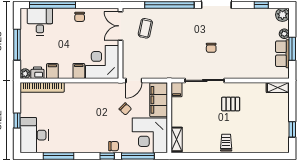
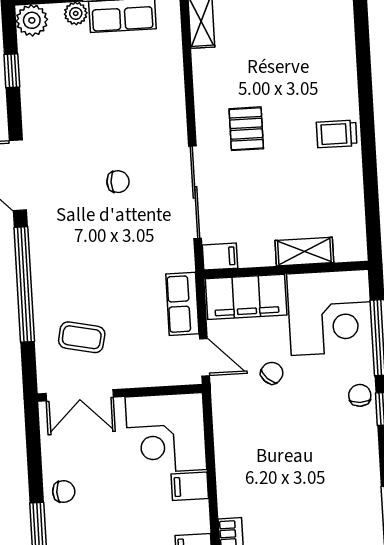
row of seats: (157, 72) -> (182, 304), added
shelving: (177, 139) -> (304, 252), moved

